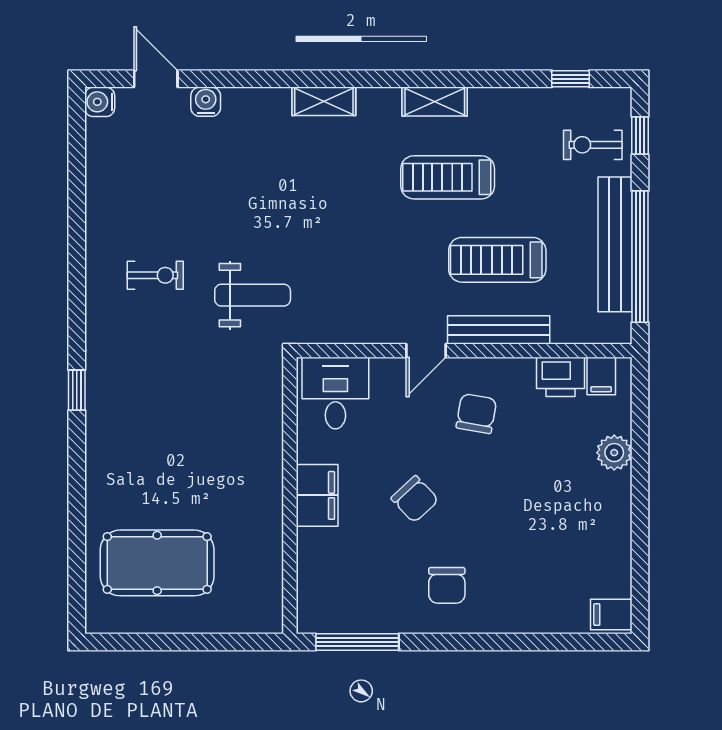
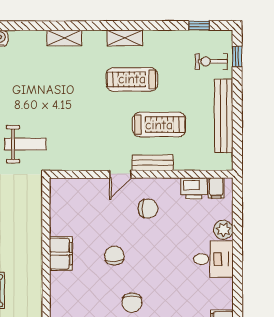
window: (640, 257) -> (237, 123), removed
treadmill: (497, 260) -> (159, 125), turned 180
bench: (499, 330) -> (153, 163), width x0.73
desk: (335, 393) -> (213, 259), moved, turned 90
chair: (476, 414) -> (148, 209), turned 80
chair: (415, 499) -> (114, 255), turned -141

